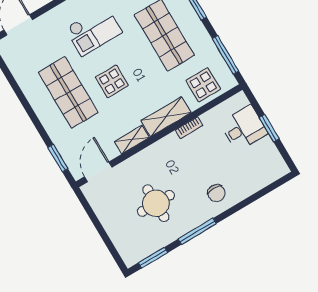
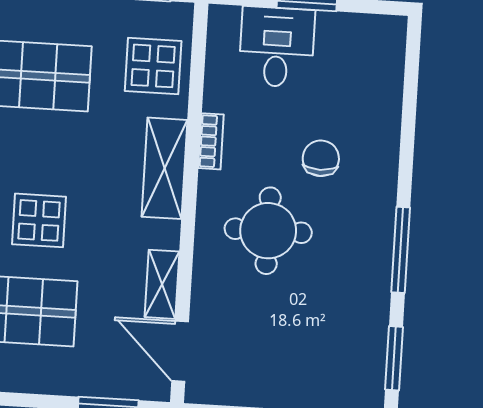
shelving: (132, 140) -> (162, 284), moved
chair: (216, 193) -> (321, 158), moved, turned -90
round table: (156, 203) -> (268, 231), moved

